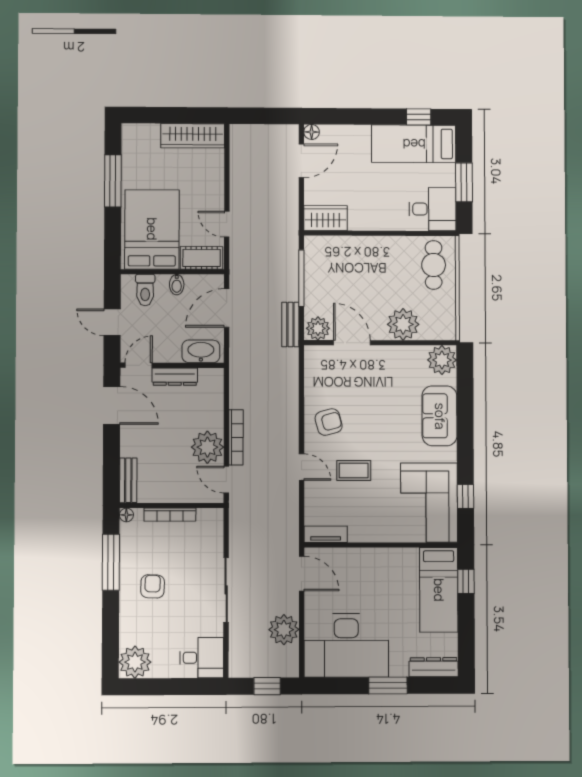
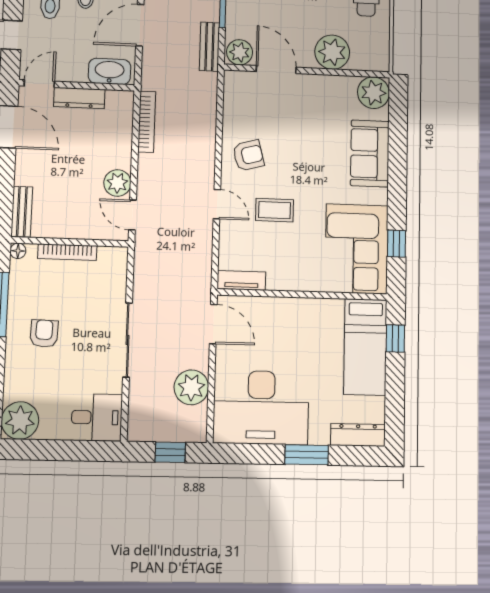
bookcase: (236, 437) -> (147, 122), moved
plant: (207, 447) -> (117, 183), width x0.73, depth x0.73

